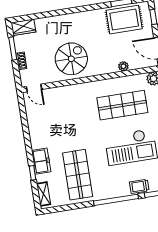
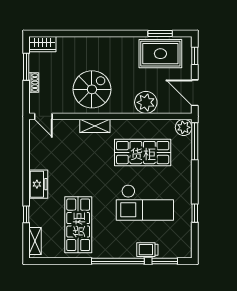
plant: (123, 66) -> (146, 102), width x1.88, depth x1.88
shelving: (79, 89) -> (95, 126), added
freezer: (41, 161) -> (38, 184), moved

